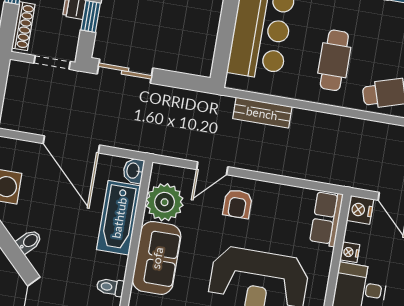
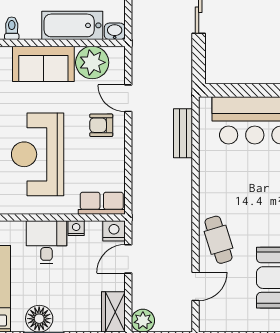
cafe table: (334, 60) -> (238, 187), removed

